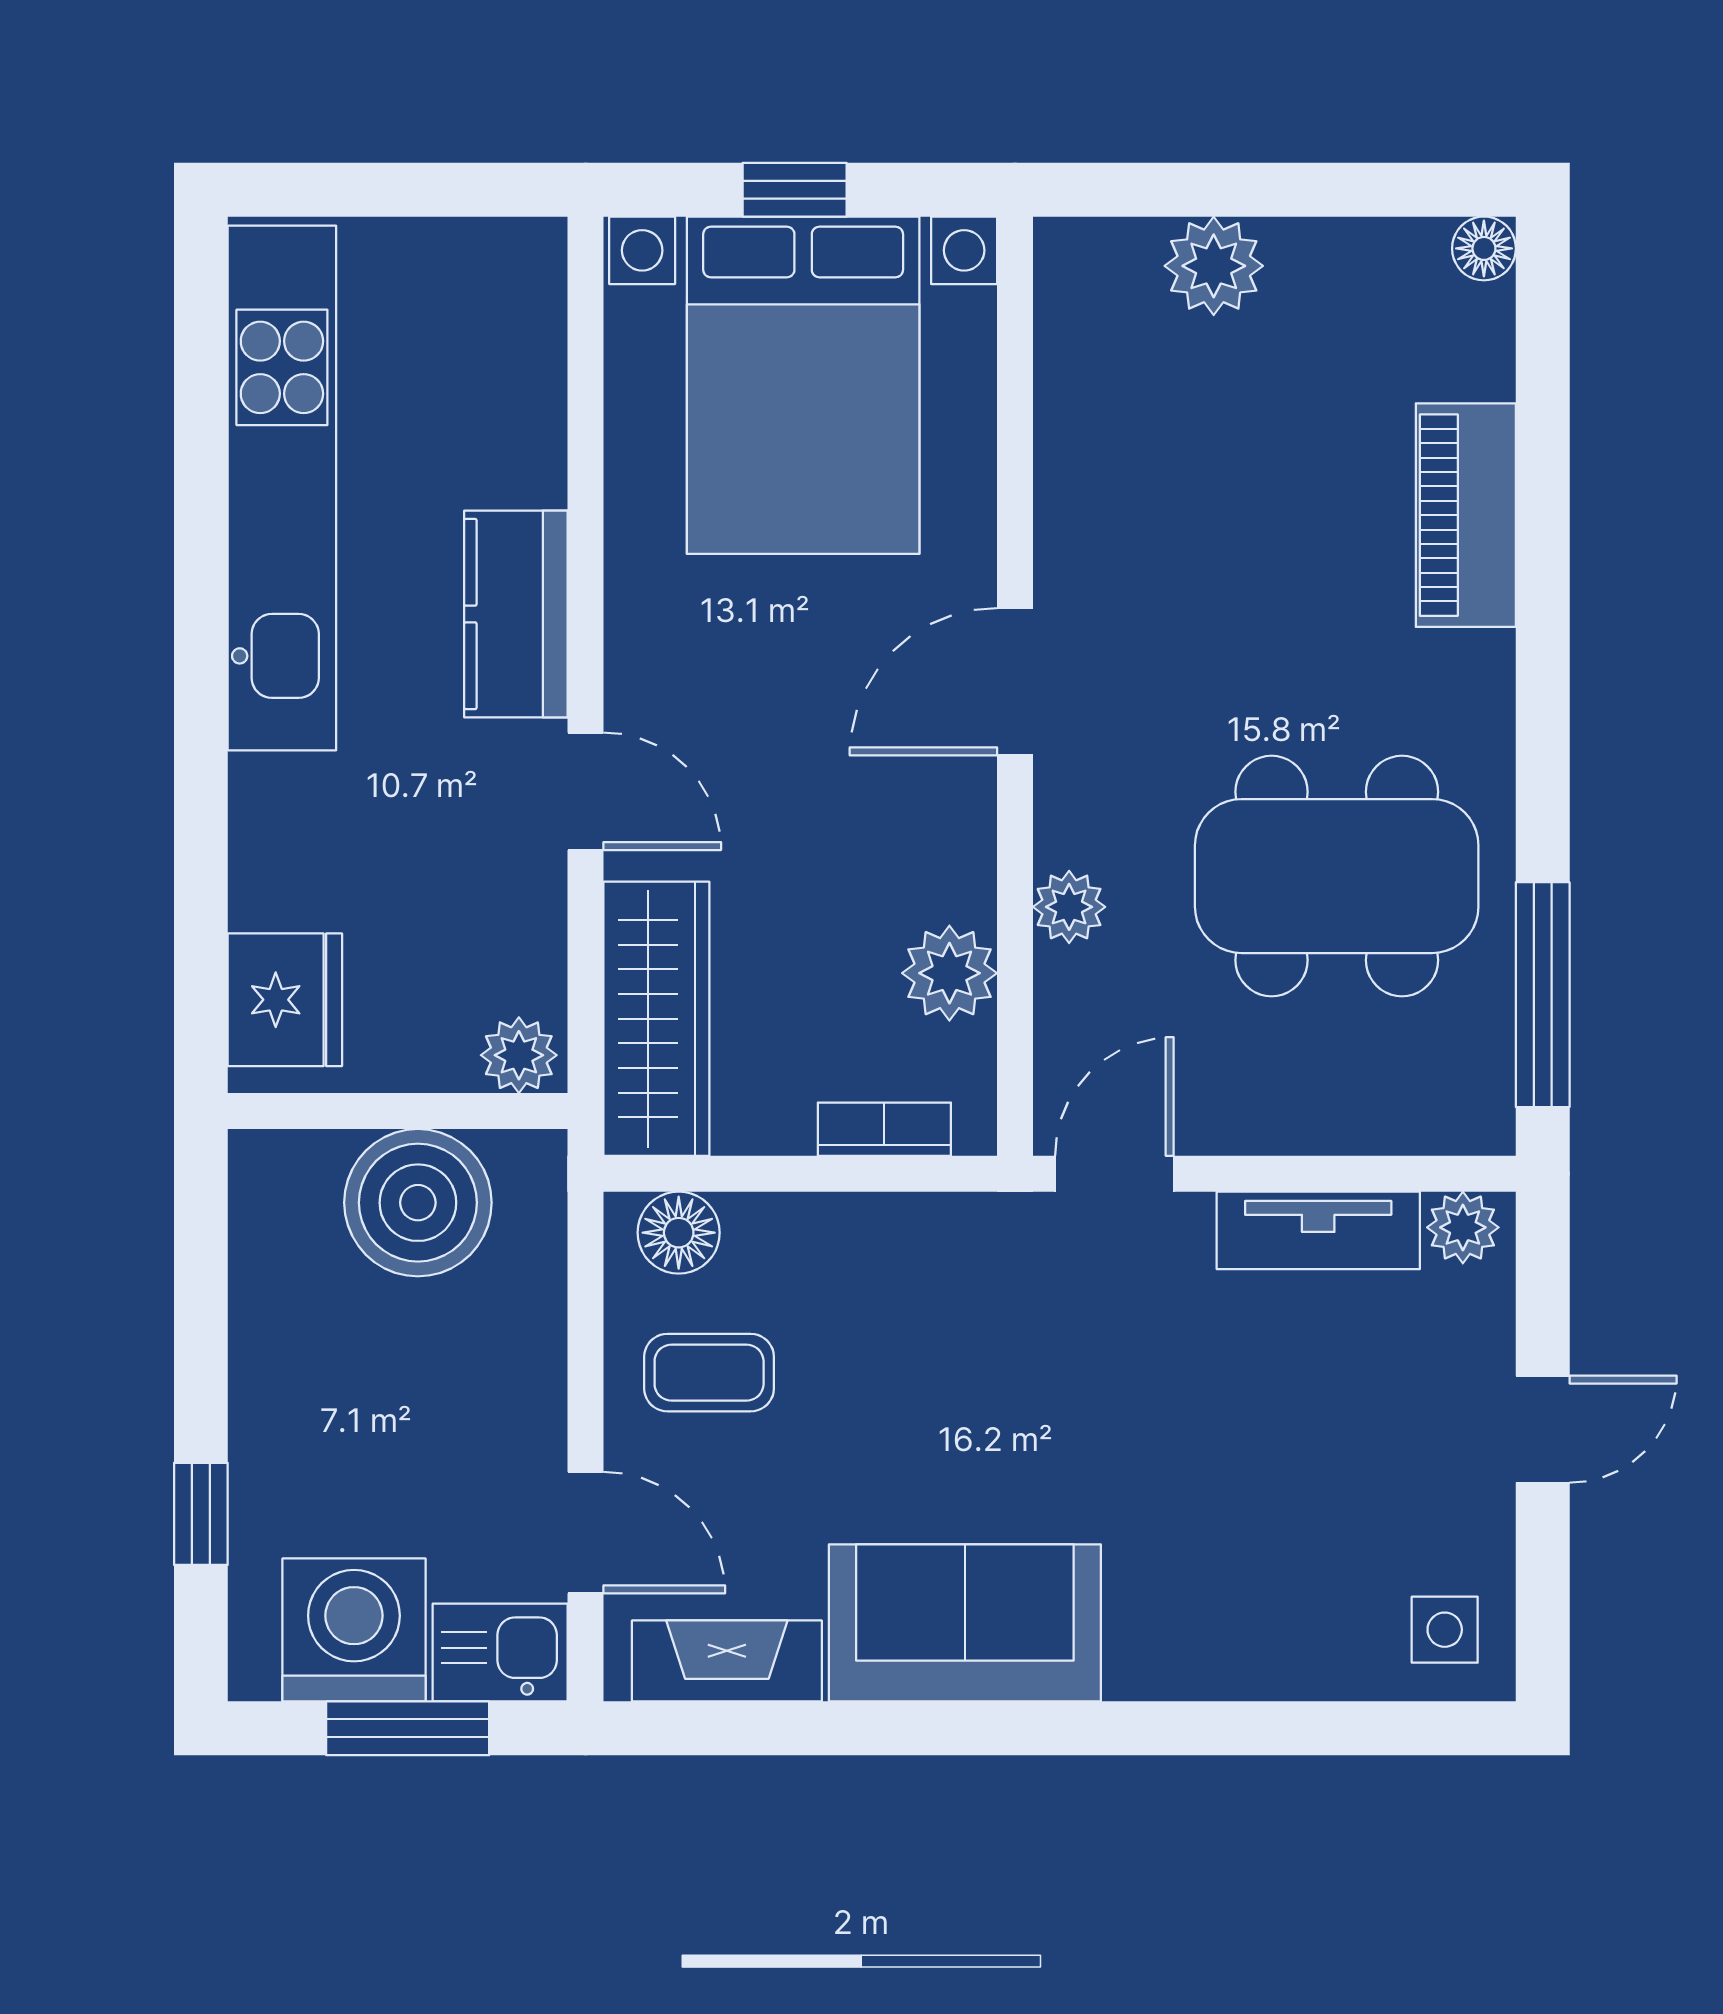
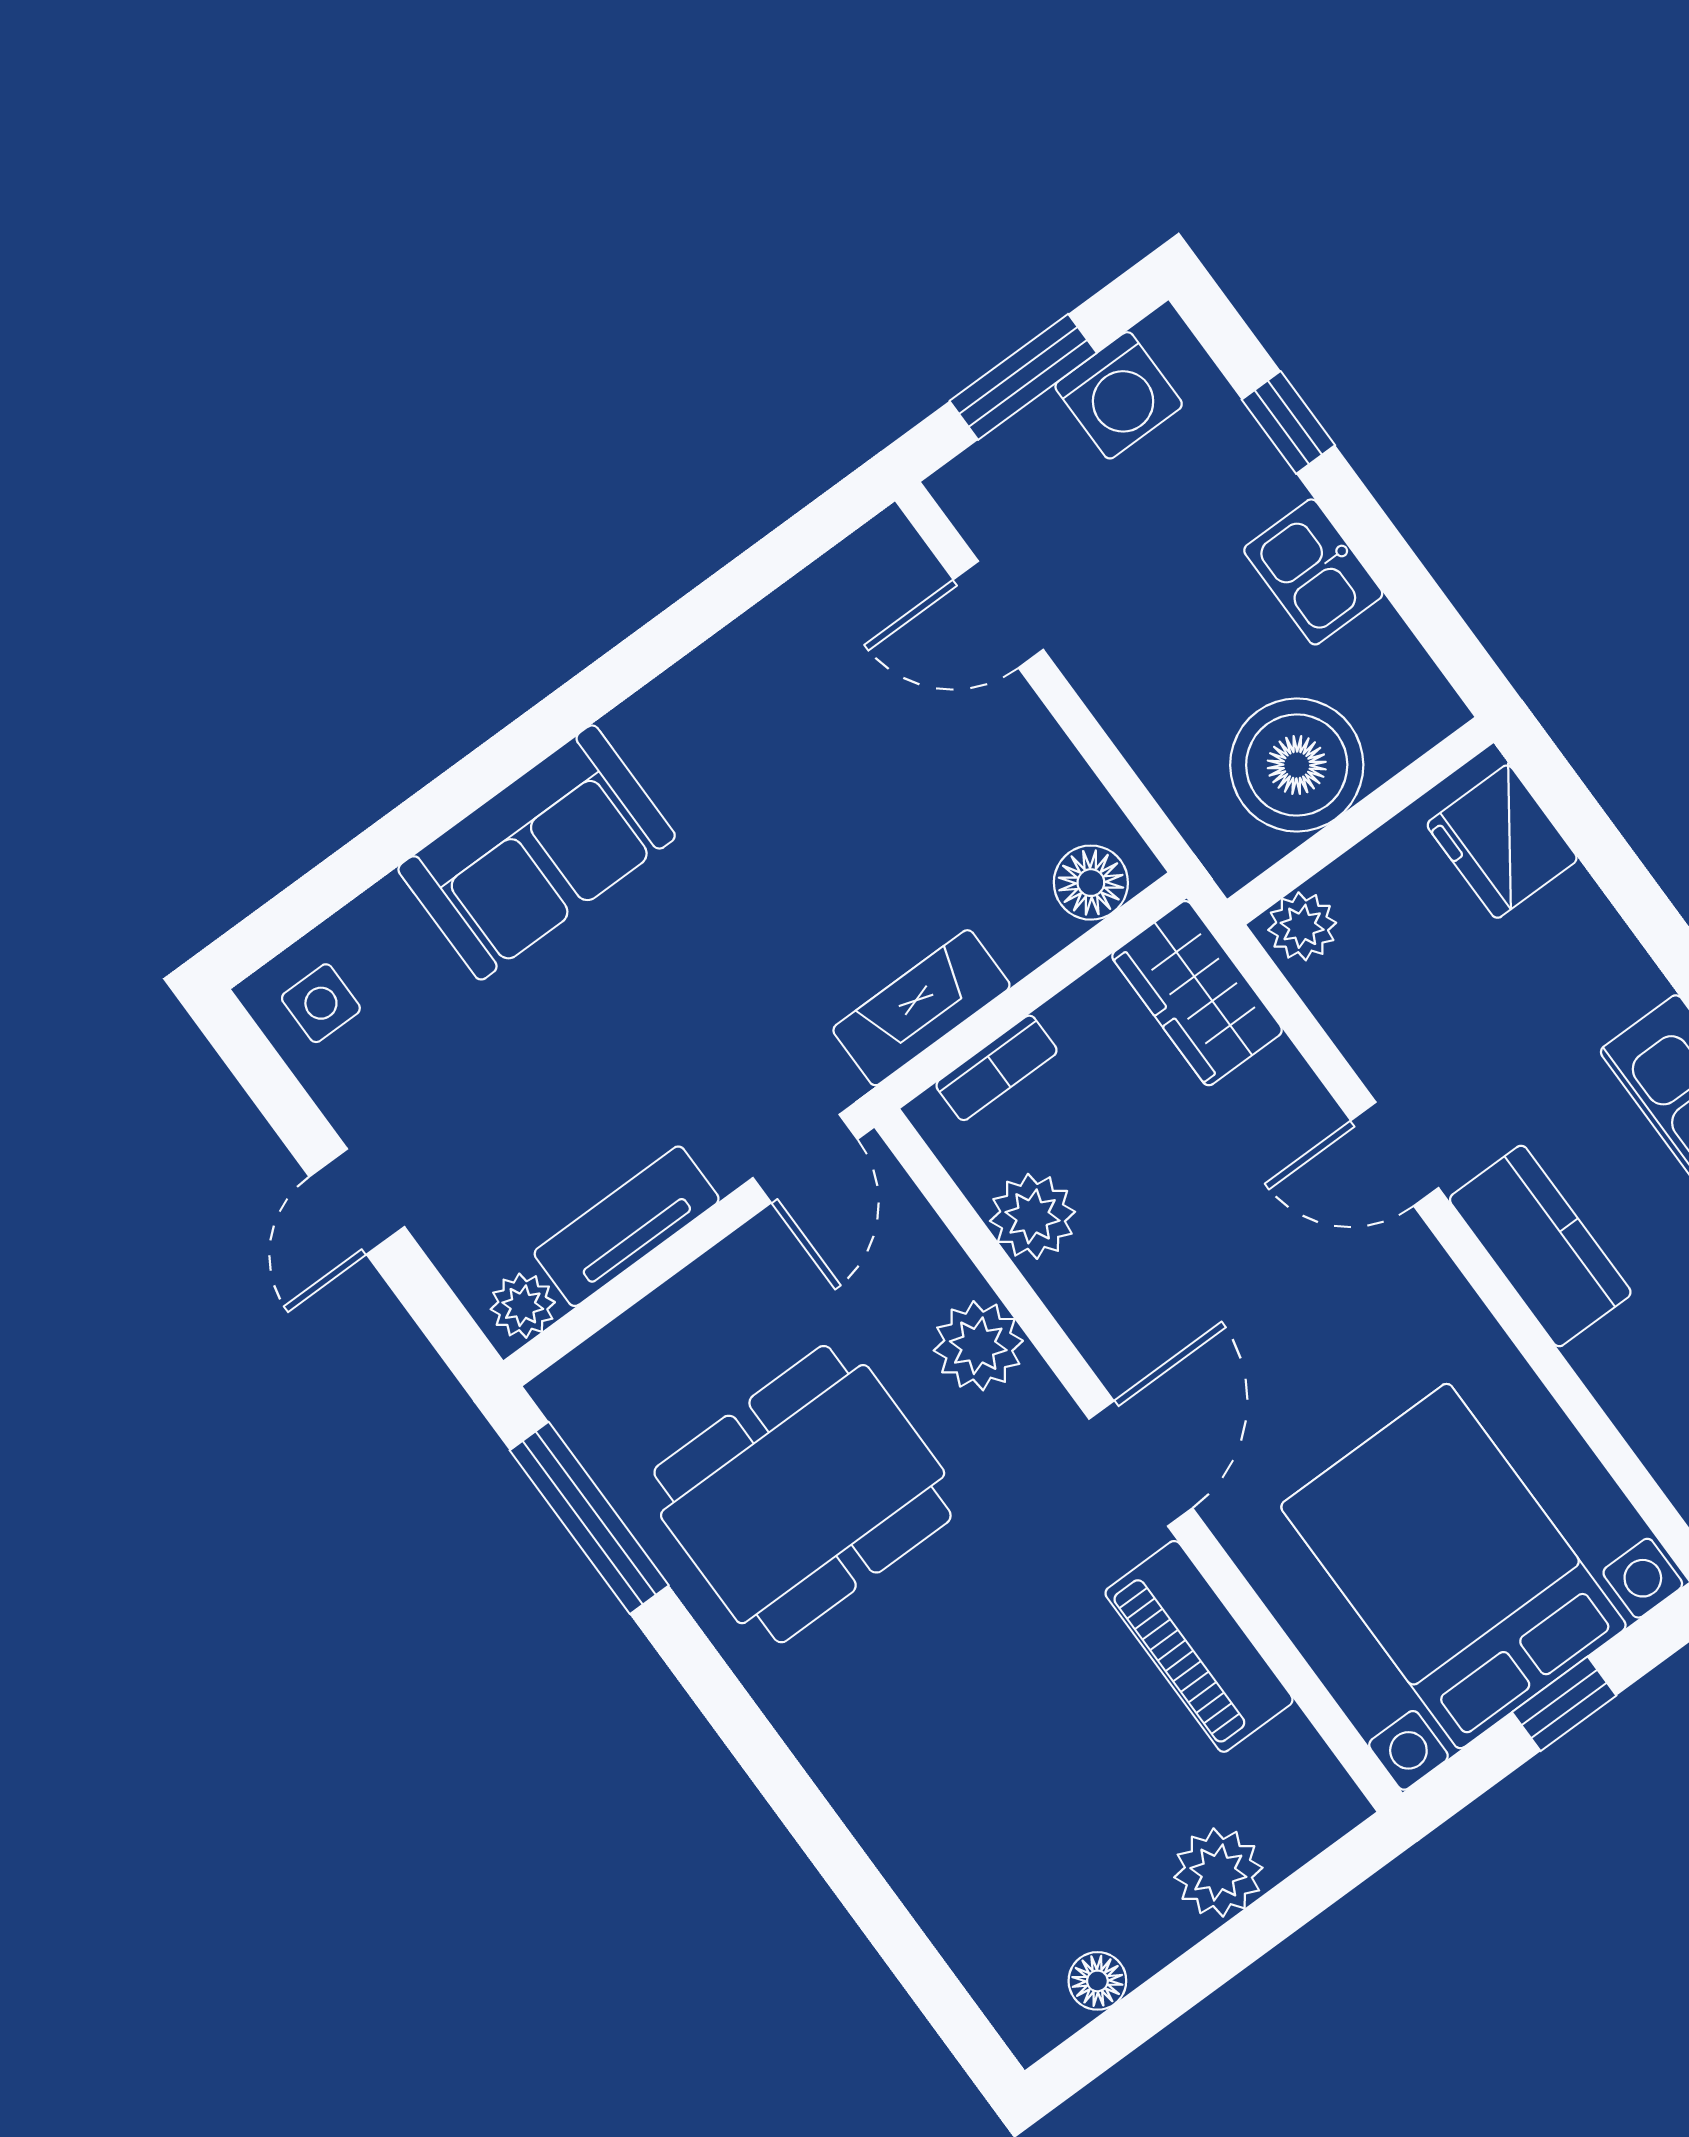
floor lamp: (1484, 248) -> (1097, 1981), moved
piano: (1466, 515) -> (1199, 1646), moved, turned 180
plant: (1069, 907) -> (978, 1346), width x1.38, depth x1.38
wardrobe: (656, 1019) -> (1197, 993), width x0.67
coffee table: (709, 1373) -> (994, 797), removed
sofa: (965, 1623) -> (537, 852), moved
washing machine: (354, 1630) -> (1119, 395), width x0.73, depth x0.73
kitchen sink: (500, 1653) -> (1313, 572), moved, turned 90
fireplace: (727, 1661) -> (921, 1008), moved, turned 180

